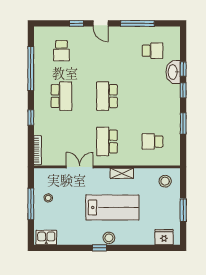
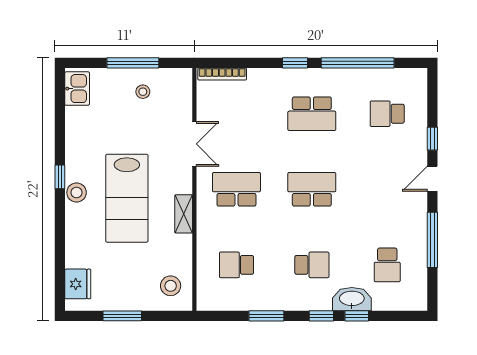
school desk: (153, 96) -> (312, 265), added
window: (31, 117) -> (295, 63), moved
school desk: (153, 141) -> (236, 265), turned -90

